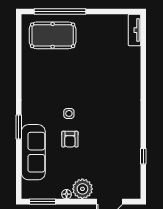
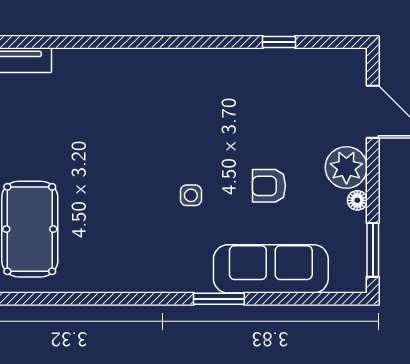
armchair: (70, 139) -> (269, 186), moved, turned 180

